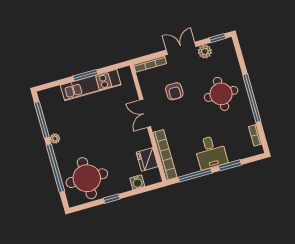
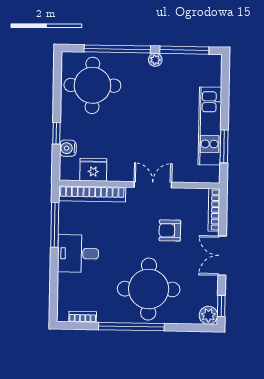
double door: (181, 48) -> (222, 256), swing flipped
plant: (205, 51) -> (208, 315), moved
window: (85, 75) -> (224, 146), moved
round table: (221, 94) -> (149, 289), width x1.36, depth x1.36
window: (230, 165) -> (54, 273), removed
window: (112, 199) -> (56, 133), moved

